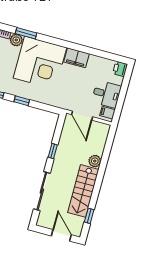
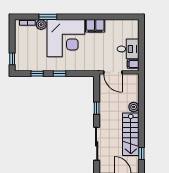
printer: (120, 69) -> (134, 25), removed

